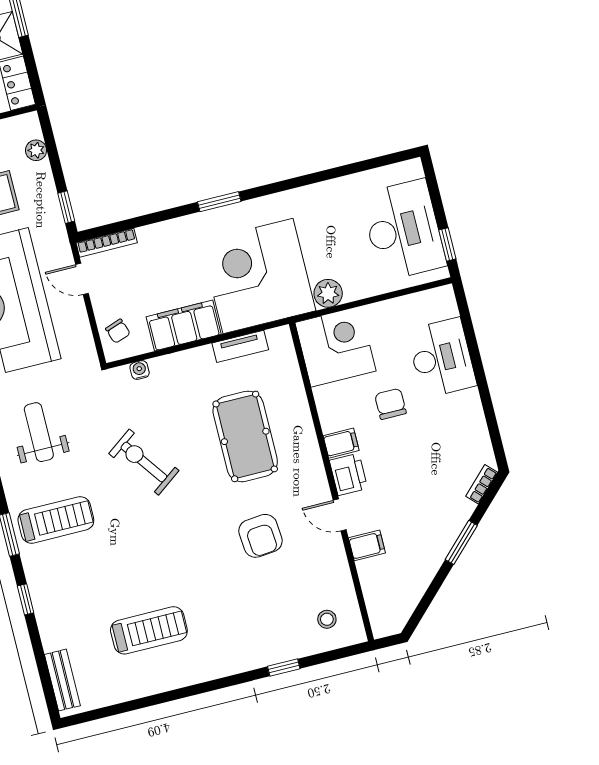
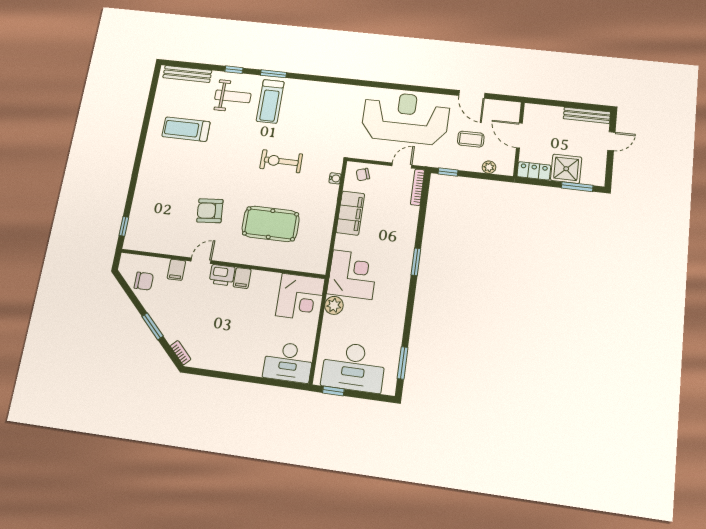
window: (370, 164) -> (403, 363), added
corner desk: (258, 276) -> (352, 275), width x0.74, depth x0.74
tv unit: (240, 346) -> (324, 241), removed
desk: (442, 358) -> (288, 362), moved
chair: (390, 404) -> (144, 281), moved
weight bench: (39, 432) -> (233, 96), moved
exercise bike: (144, 462) -> (281, 161), turned -144
stool: (327, 619) -> (146, 230), removed
treadmill: (149, 630) -> (186, 129), turned 90
window: (284, 668) -> (124, 226), moved
bench: (62, 680) -> (187, 74), width x1.36

